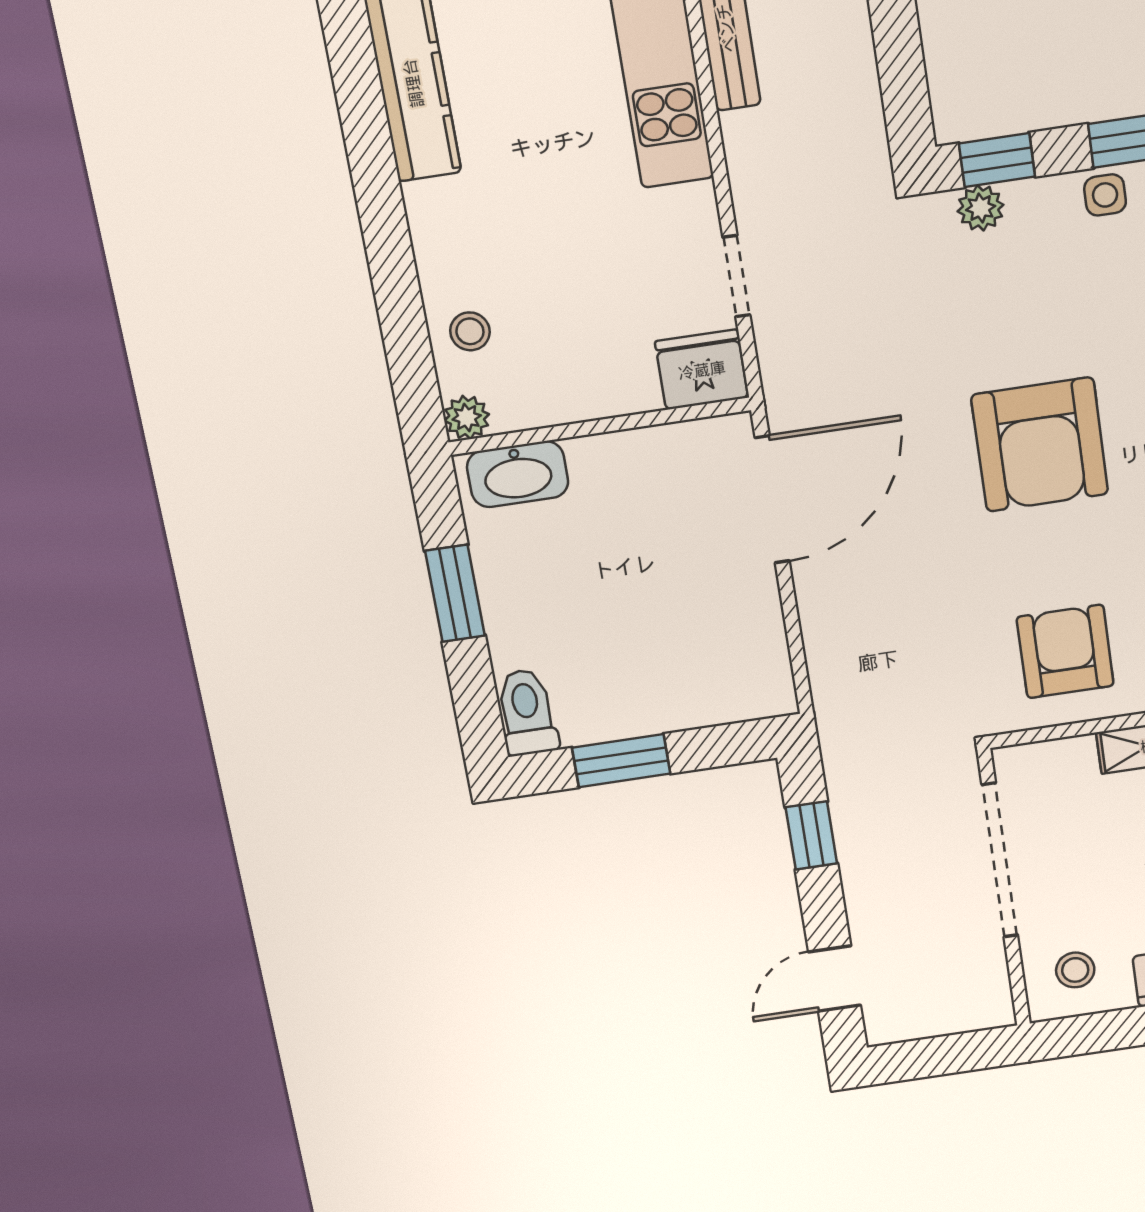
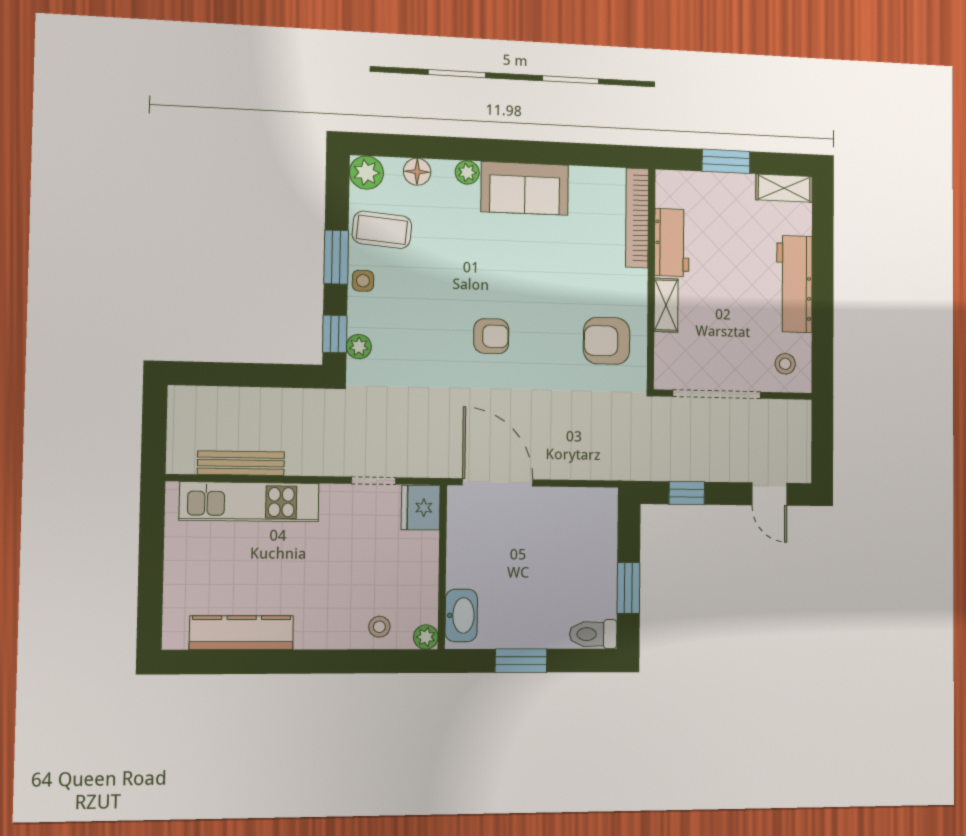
armchair: (1040, 445) -> (491, 336), width x0.53, depth x0.53

